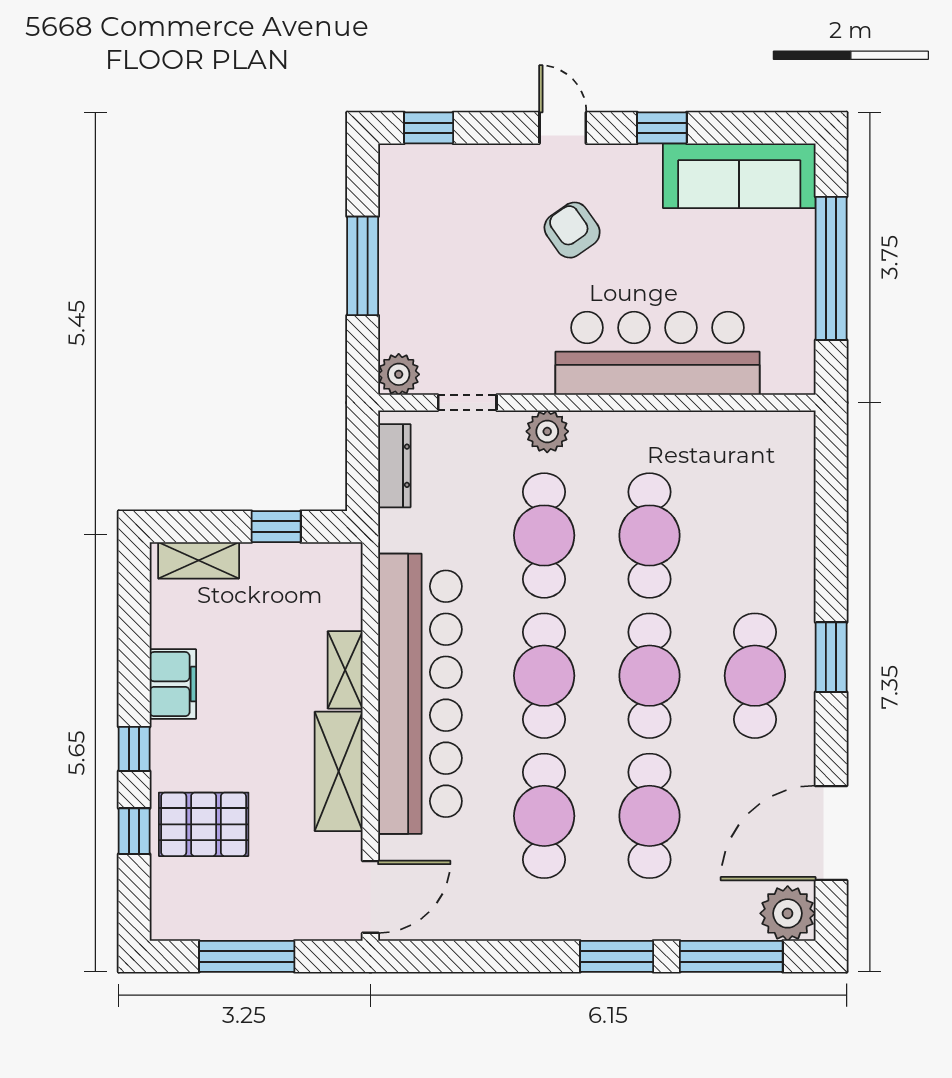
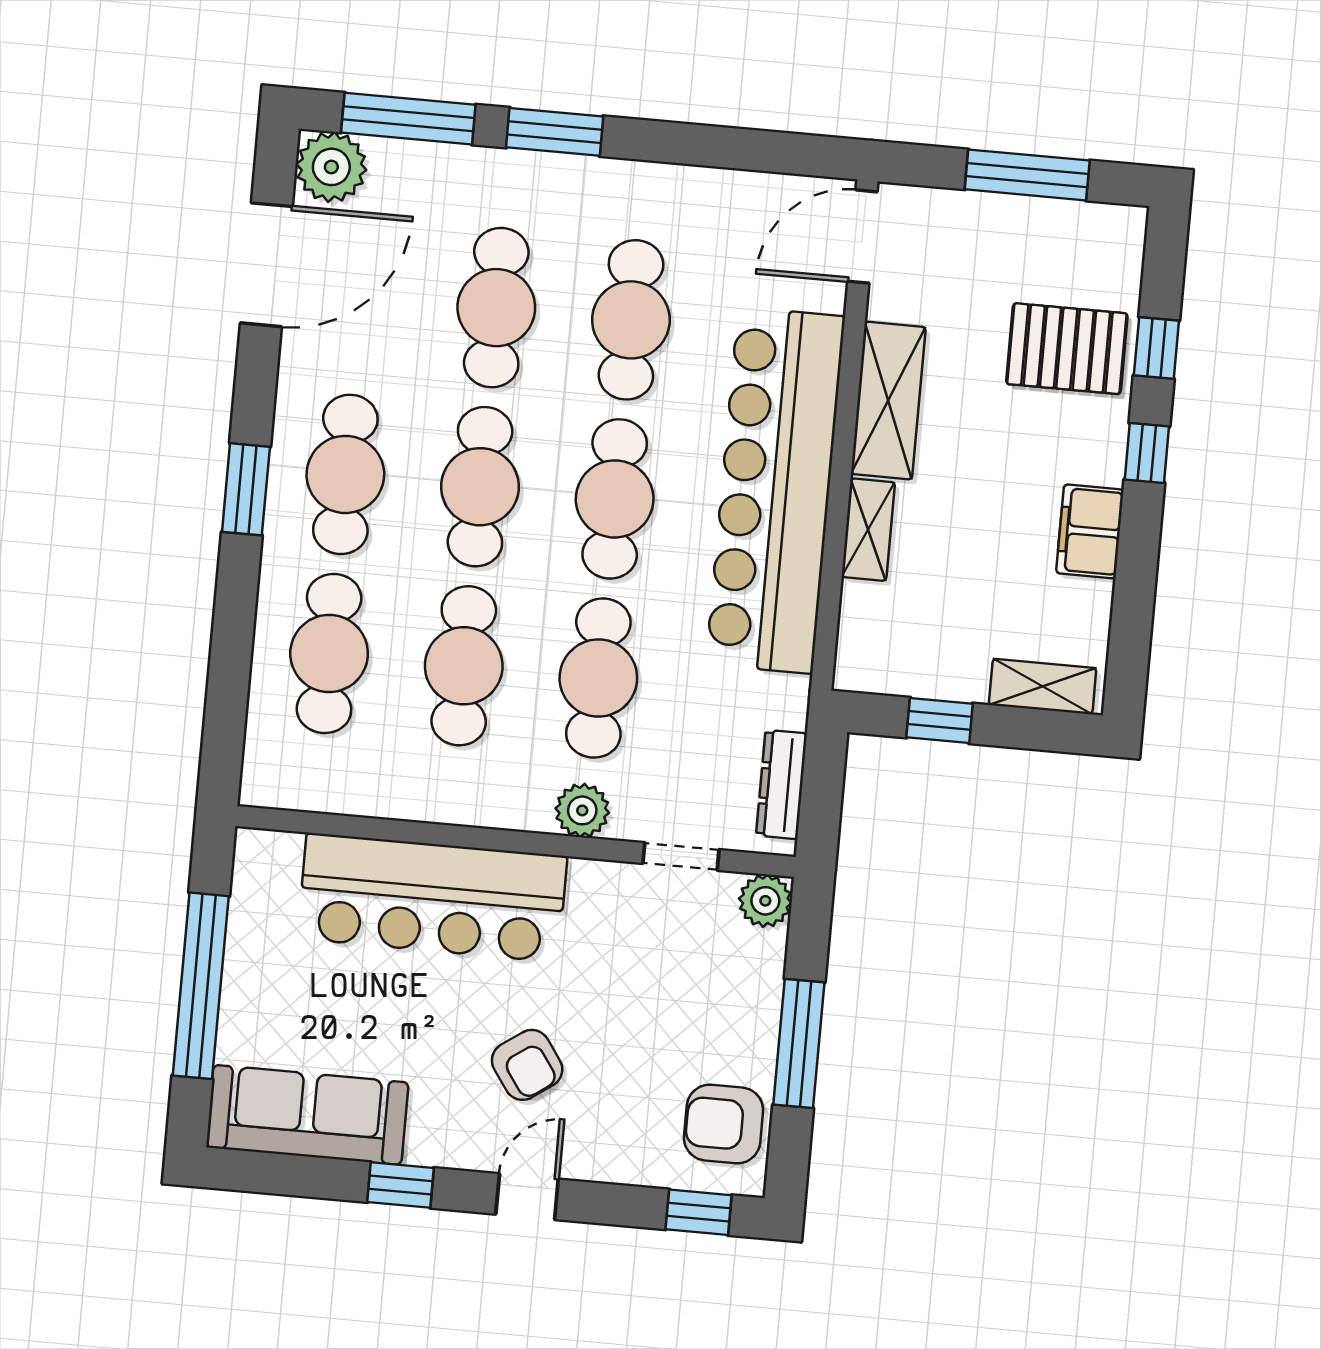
door: (563, 128) -> (527, 1197), swing flipped
armchair: (415, 198) -> (724, 1124), added
cafe table: (755, 535) -> (329, 654), added

